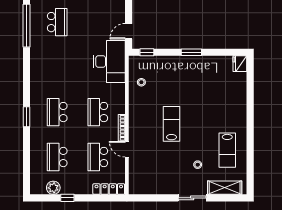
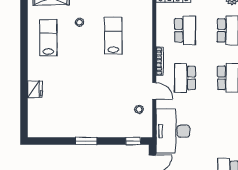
fridge: (240, 64) -> (35, 89), moved
school desk: (98, 112) -> (185, 78), turned 180
lab bench: (171, 124) -> (113, 36), moved, turned 180
door: (127, 149) -> (154, 91), moved

